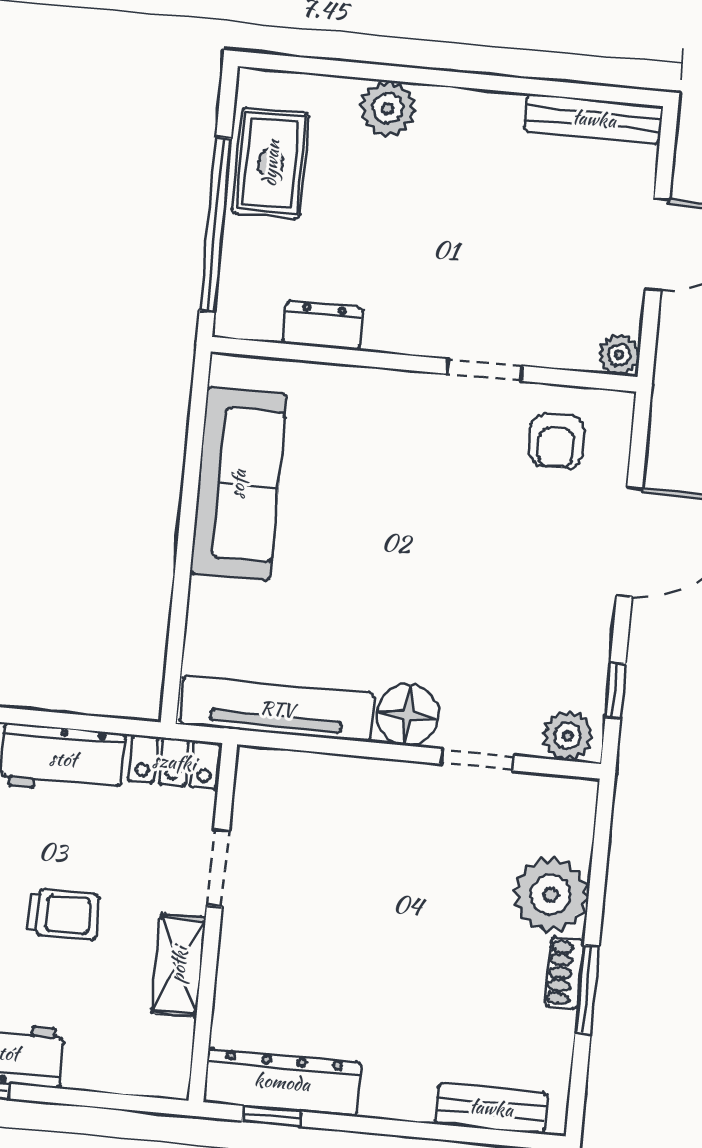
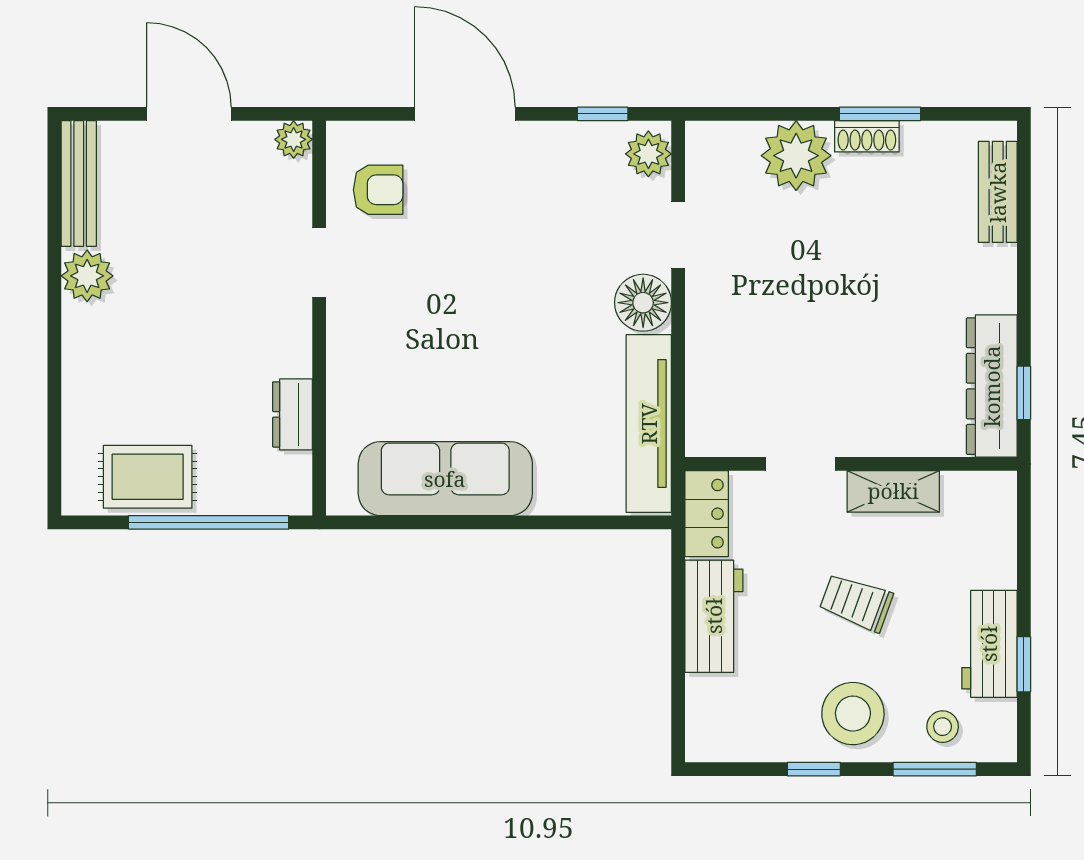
plant: (388, 108) -> (87, 276), moved
trolley: (63, 914) -> (856, 602), turned -70

